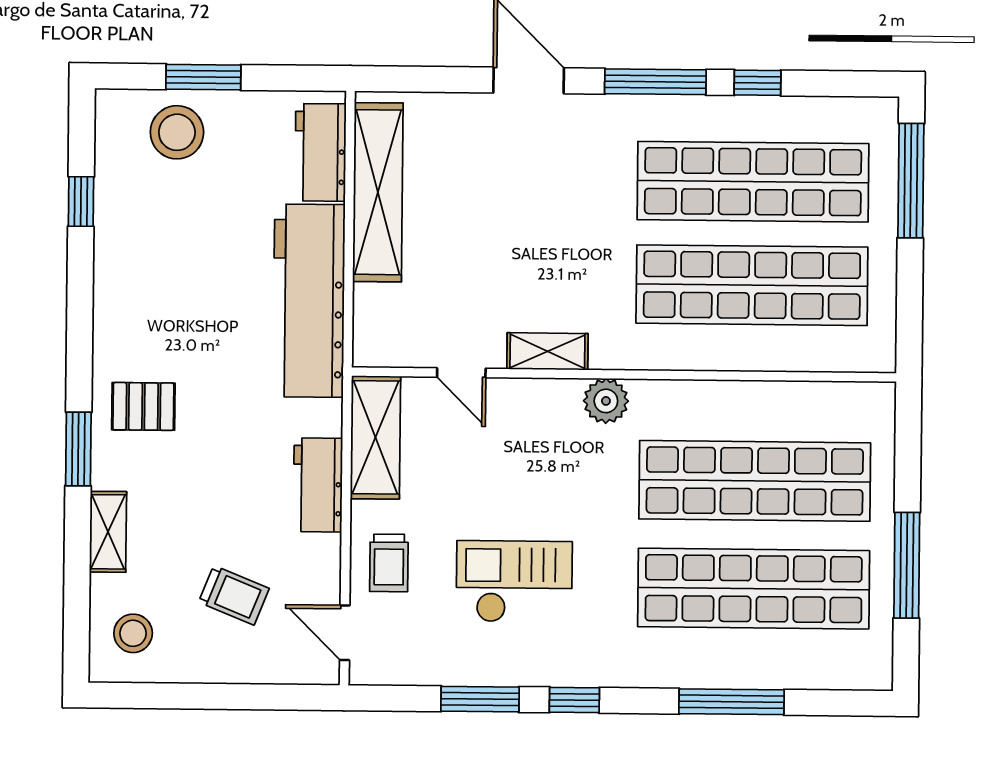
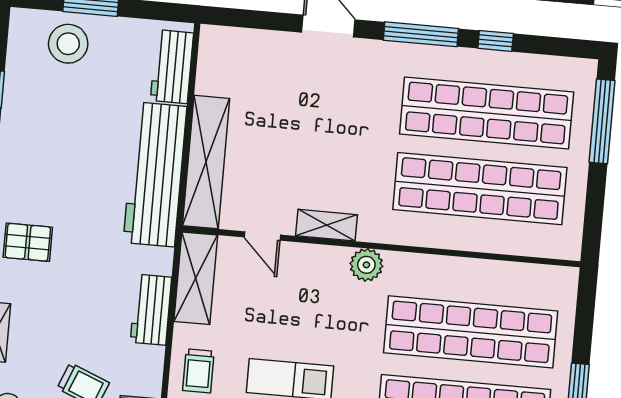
shelving: (378, 192) -> (206, 162), moved

